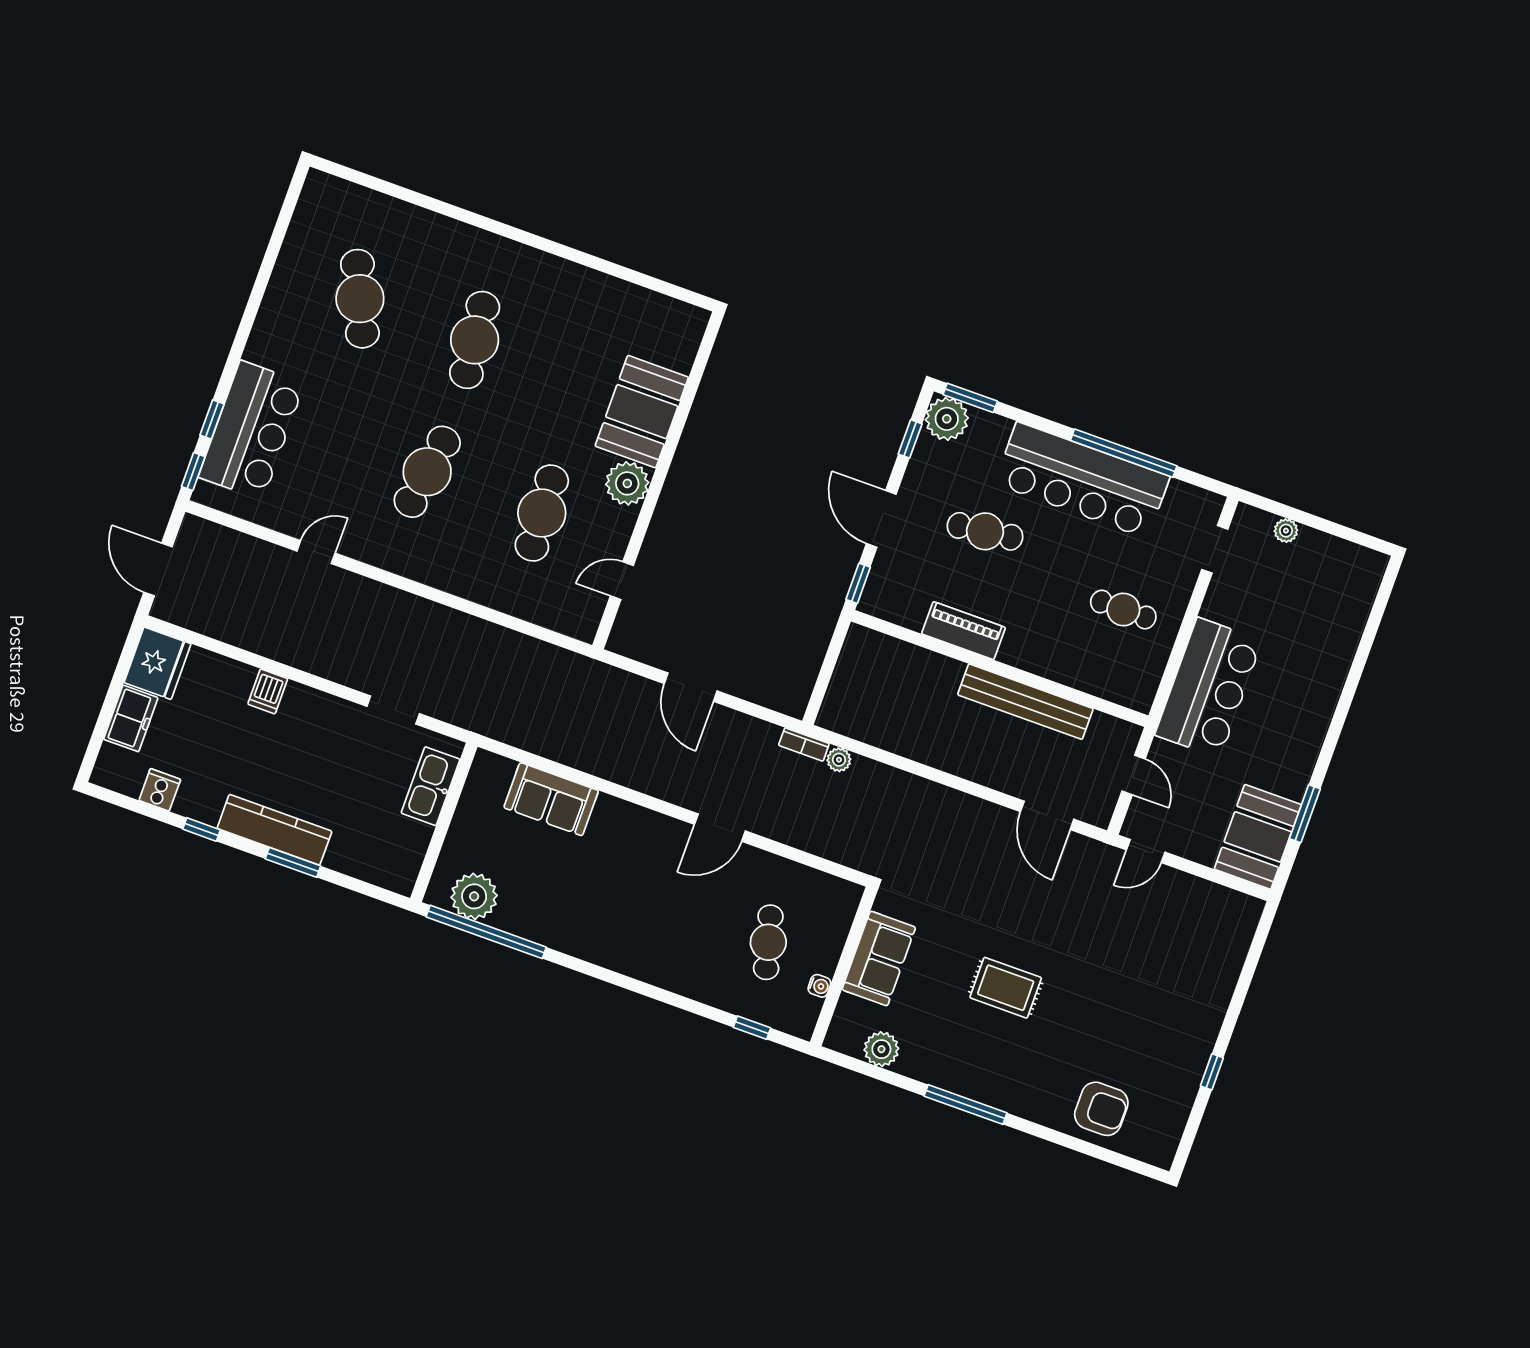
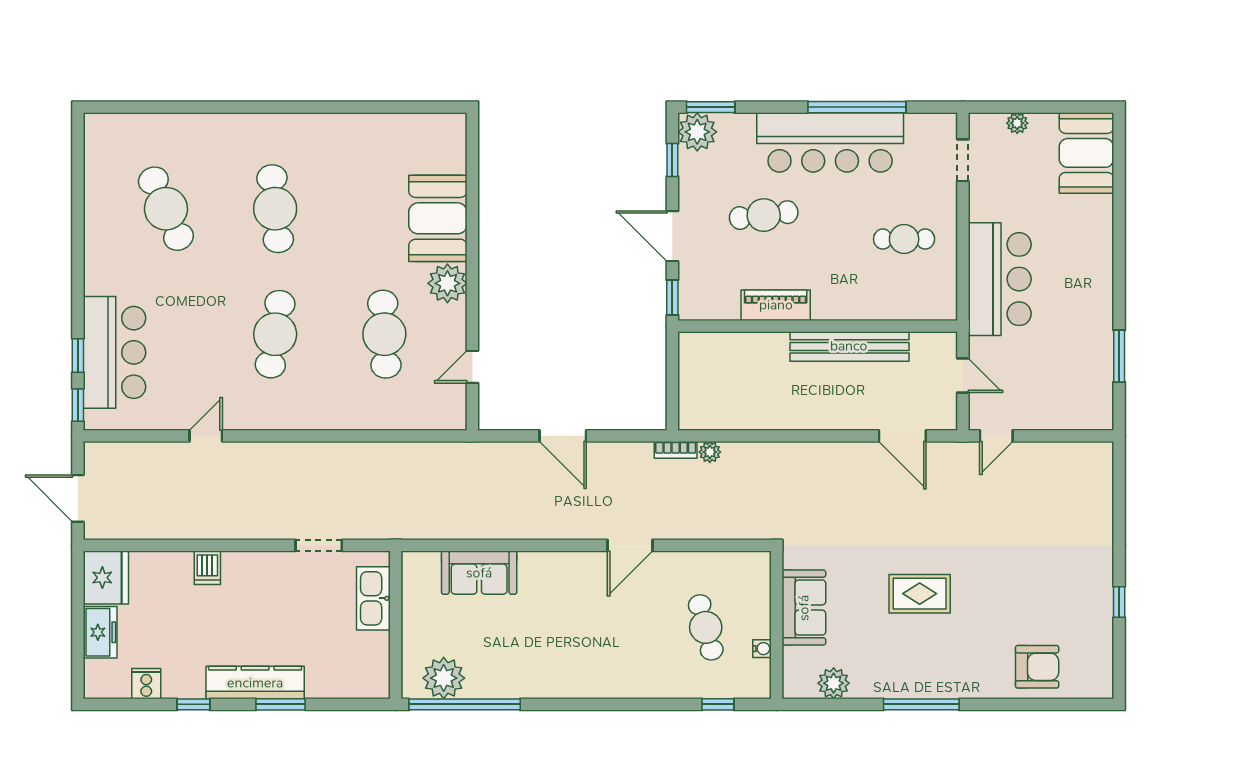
booth: (1258, 837) -> (1086, 153), moved

